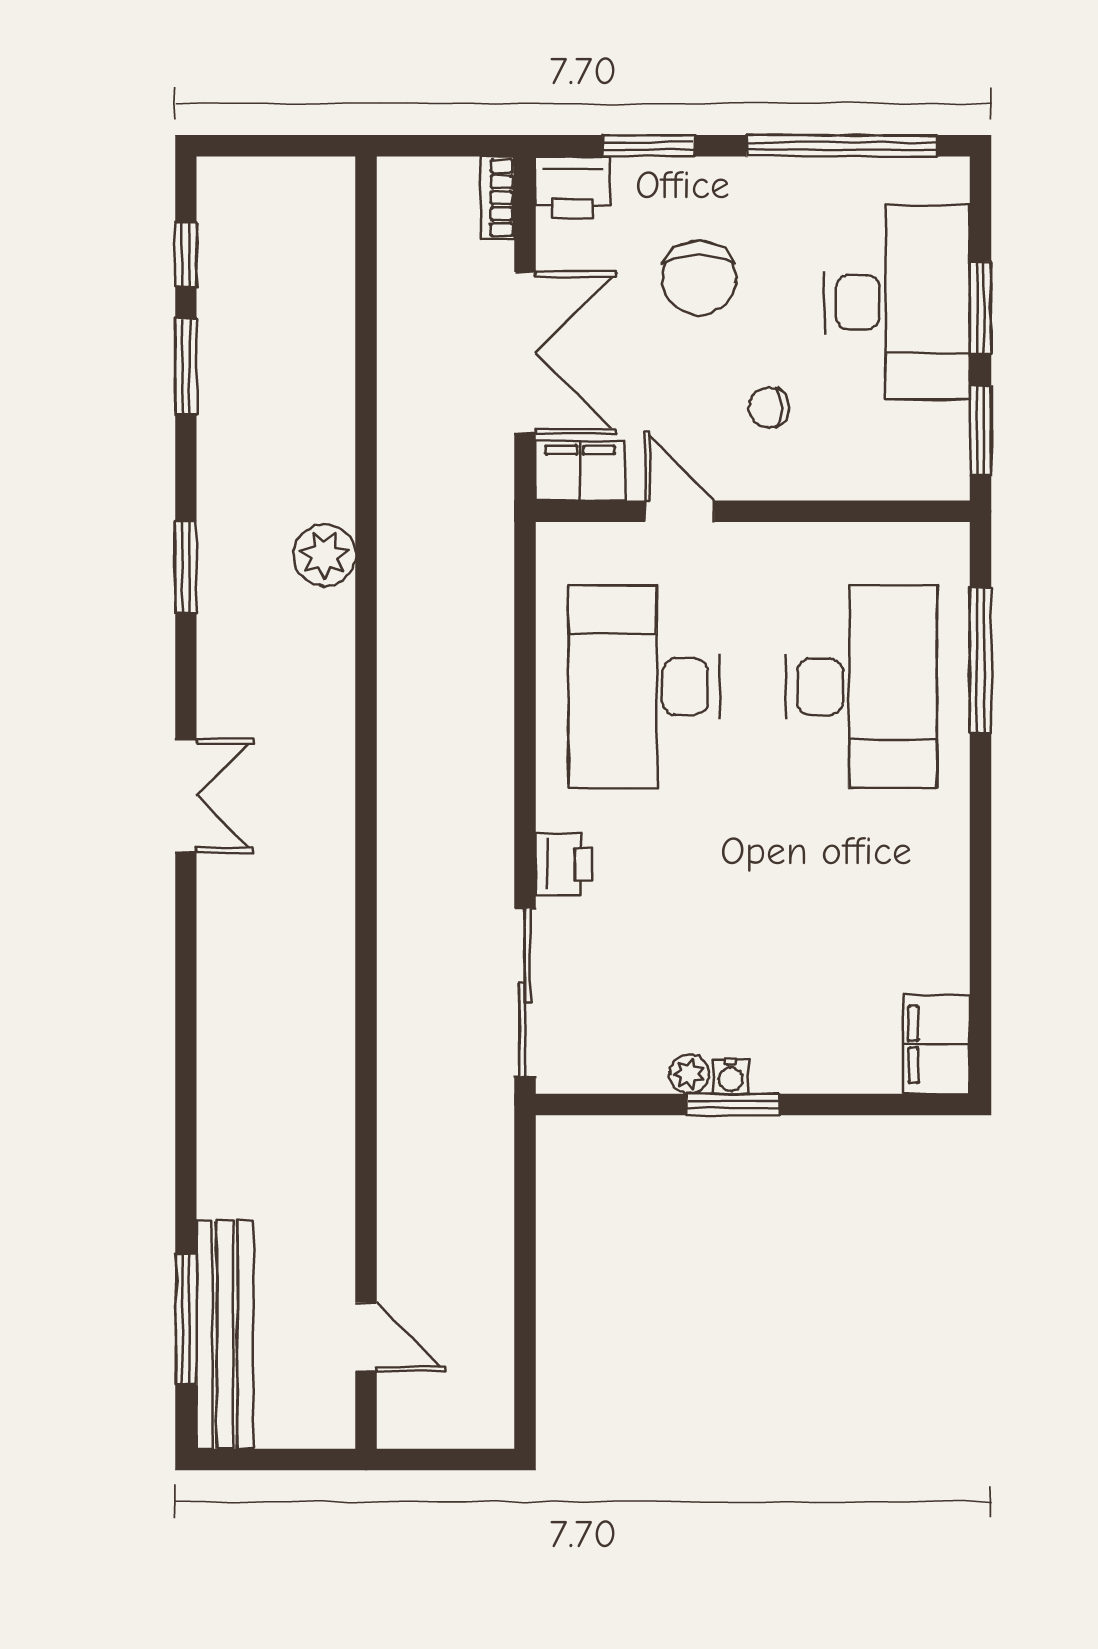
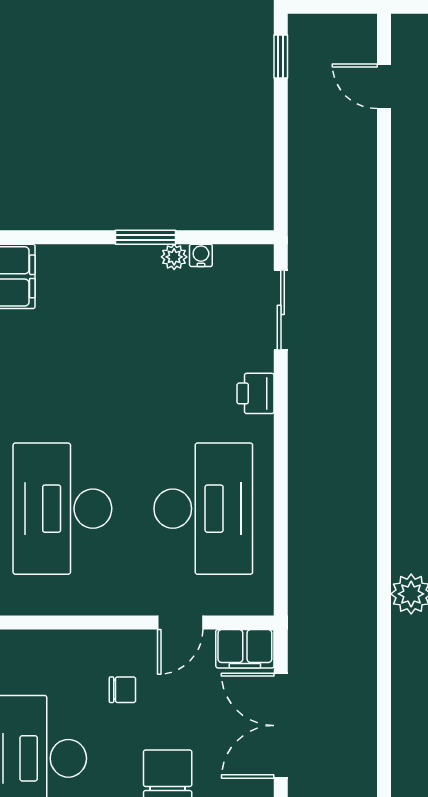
door: (680, 511) -> (180, 623), hinge flipped
sliding door: (525, 993) -> (281, 310), width x0.73
water cooler: (731, 1077) -> (201, 255), moved
window: (525, 1383) -> (281, 57), added

